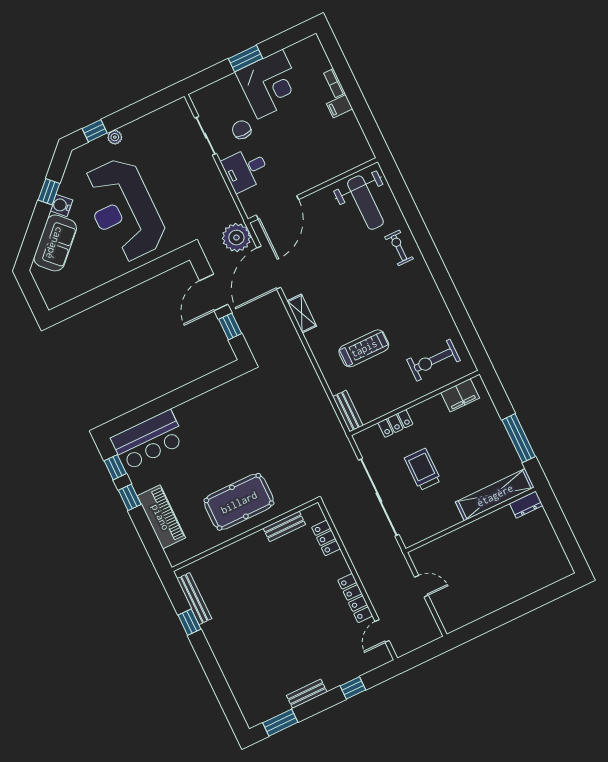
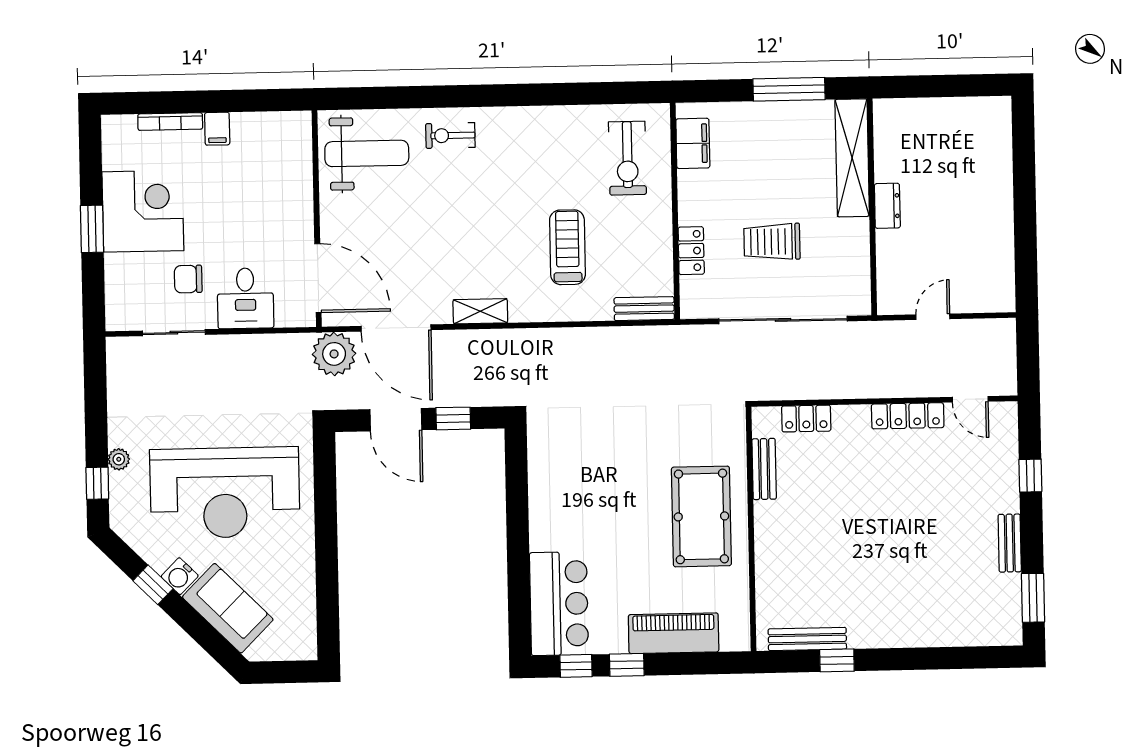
bookcase: (334, 83) -> (170, 122), width x1.56
dresser: (526, 505) -> (887, 206), moved

